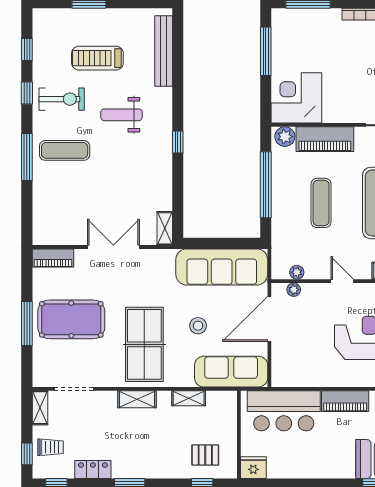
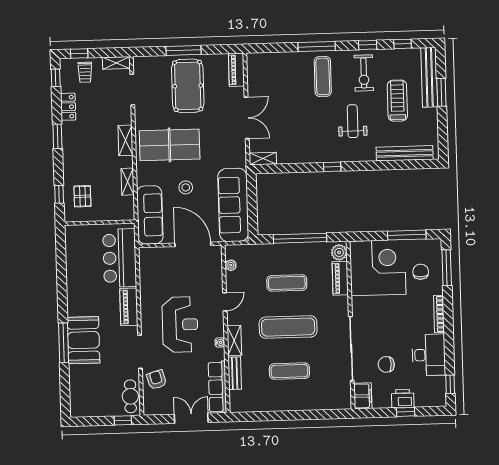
bench: (70, 17) -> (429, 77), added
chair: (312, 35) -> (421, 272), added
corner desk: (296, 98) -> (378, 268), width x1.36, depth x1.36
piano: (325, 139) -> (340, 278), width x0.73, depth x0.75
plant: (294, 290) -> (217, 263), removed
fridge: (253, 468) -> (73, 235), removed

